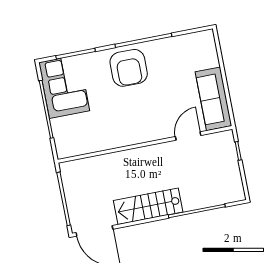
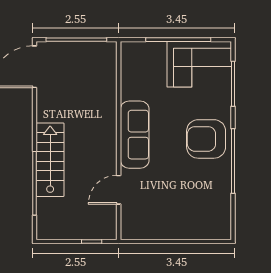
sofa: (214, 99) -> (135, 135), moved, turned 90
door: (188, 136) -> (119, 190), swing flipped
stairs: (148, 206) -> (50, 160), moved

